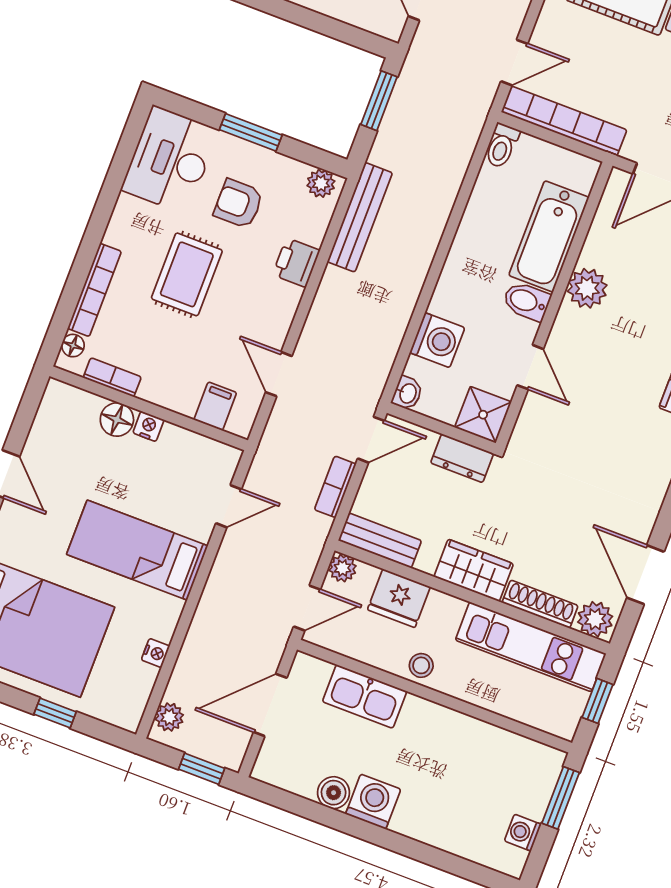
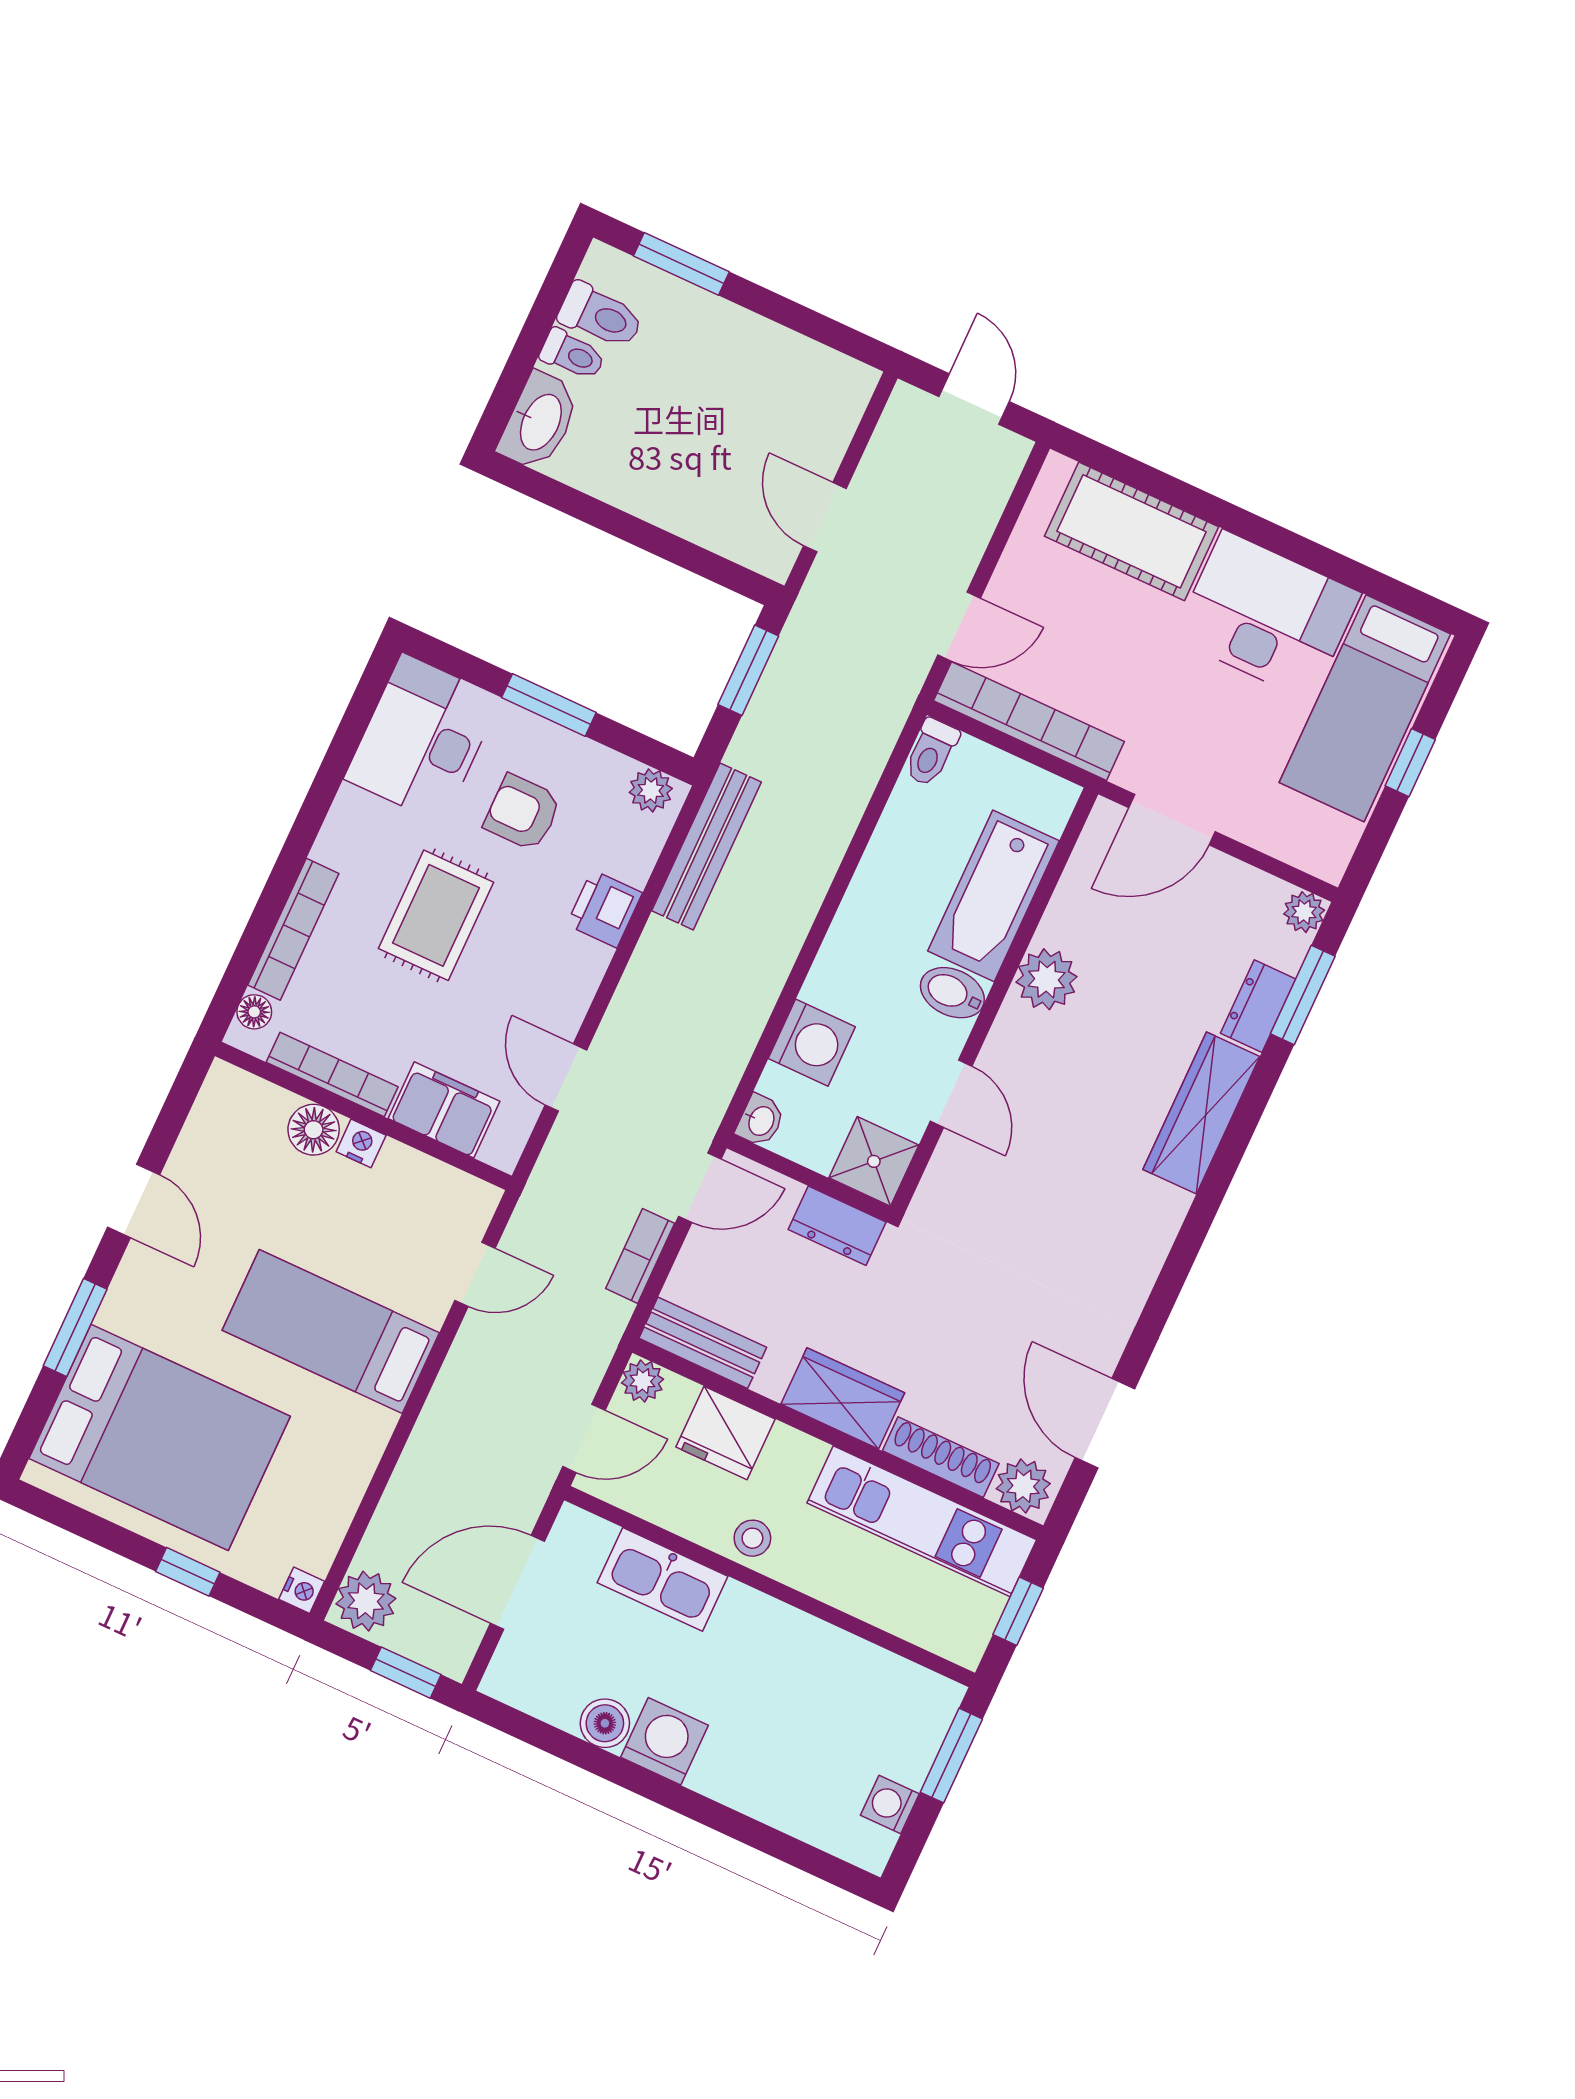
bookcase: (112, 377) -> (332, 1075), width x1.56
filing cabinet: (215, 406) -> (444, 1110), width x2.00
nightstand: (156, 653) -> (302, 1590), moved
plant: (169, 717) -> (366, 1601), width x1.38, depth x1.38

